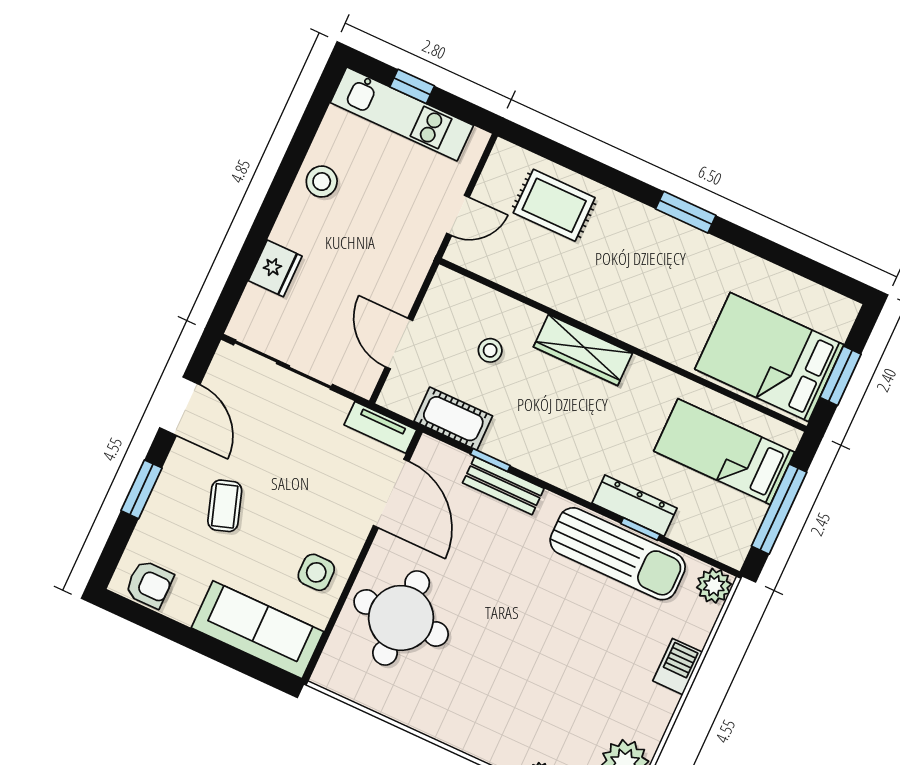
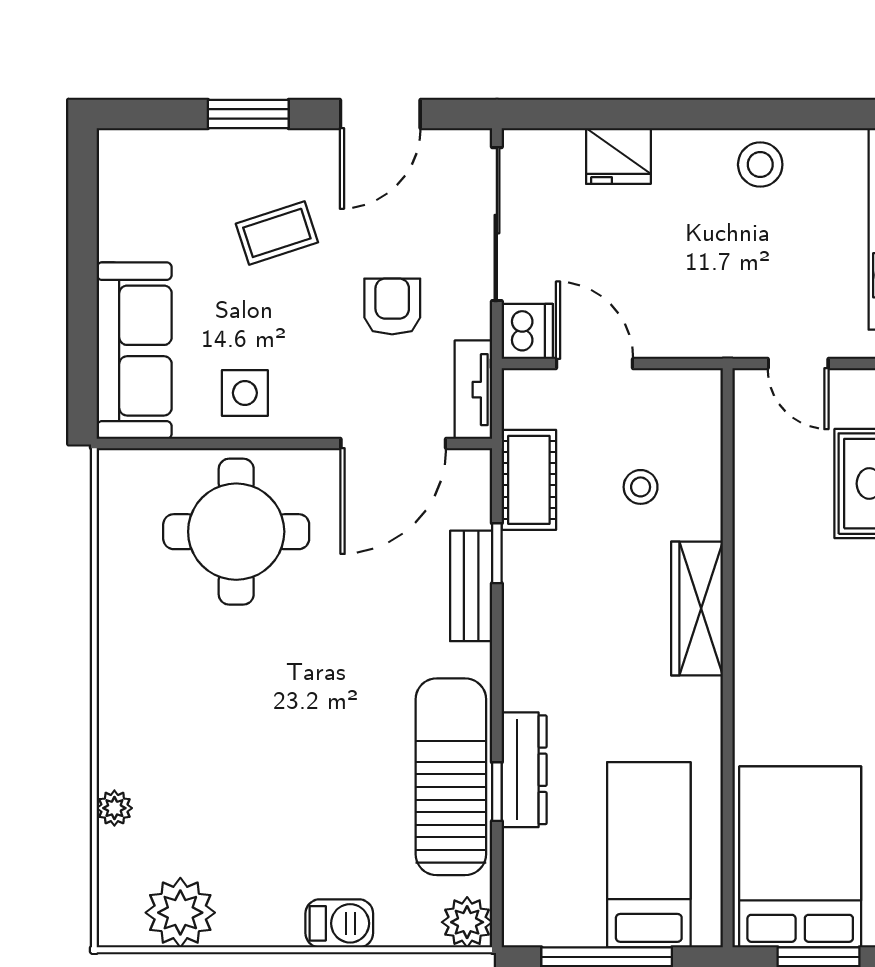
door: (399, 344) -> (595, 363), hinge flipped
dishwasher: (359, 377) -> (527, 331), added
sun lounger: (618, 554) -> (451, 777), turned 180
armchair: (149, 584) -> (392, 306), moved, turned 180

